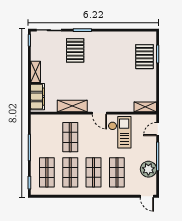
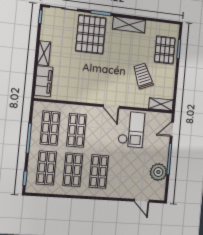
pallet: (75, 50) -> (91, 34), width x1.37, depth x1.41
trolley: (126, 83) -> (143, 76), added
shelving: (72, 106) -> (129, 25), moved
shop shelf: (117, 172) -> (50, 128), moved
door: (147, 196) -> (142, 201), moved

